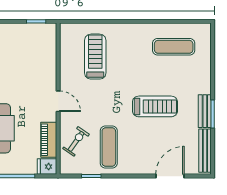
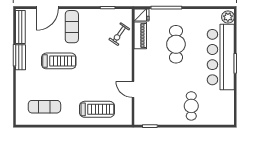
treadmill: (95, 57) -> (97, 109), moved, turned -90
door: (58, 101) -> (133, 89), moved
treadmill: (155, 106) -> (59, 61), turned 180
exercise mat: (109, 147) -> (72, 27), moved

